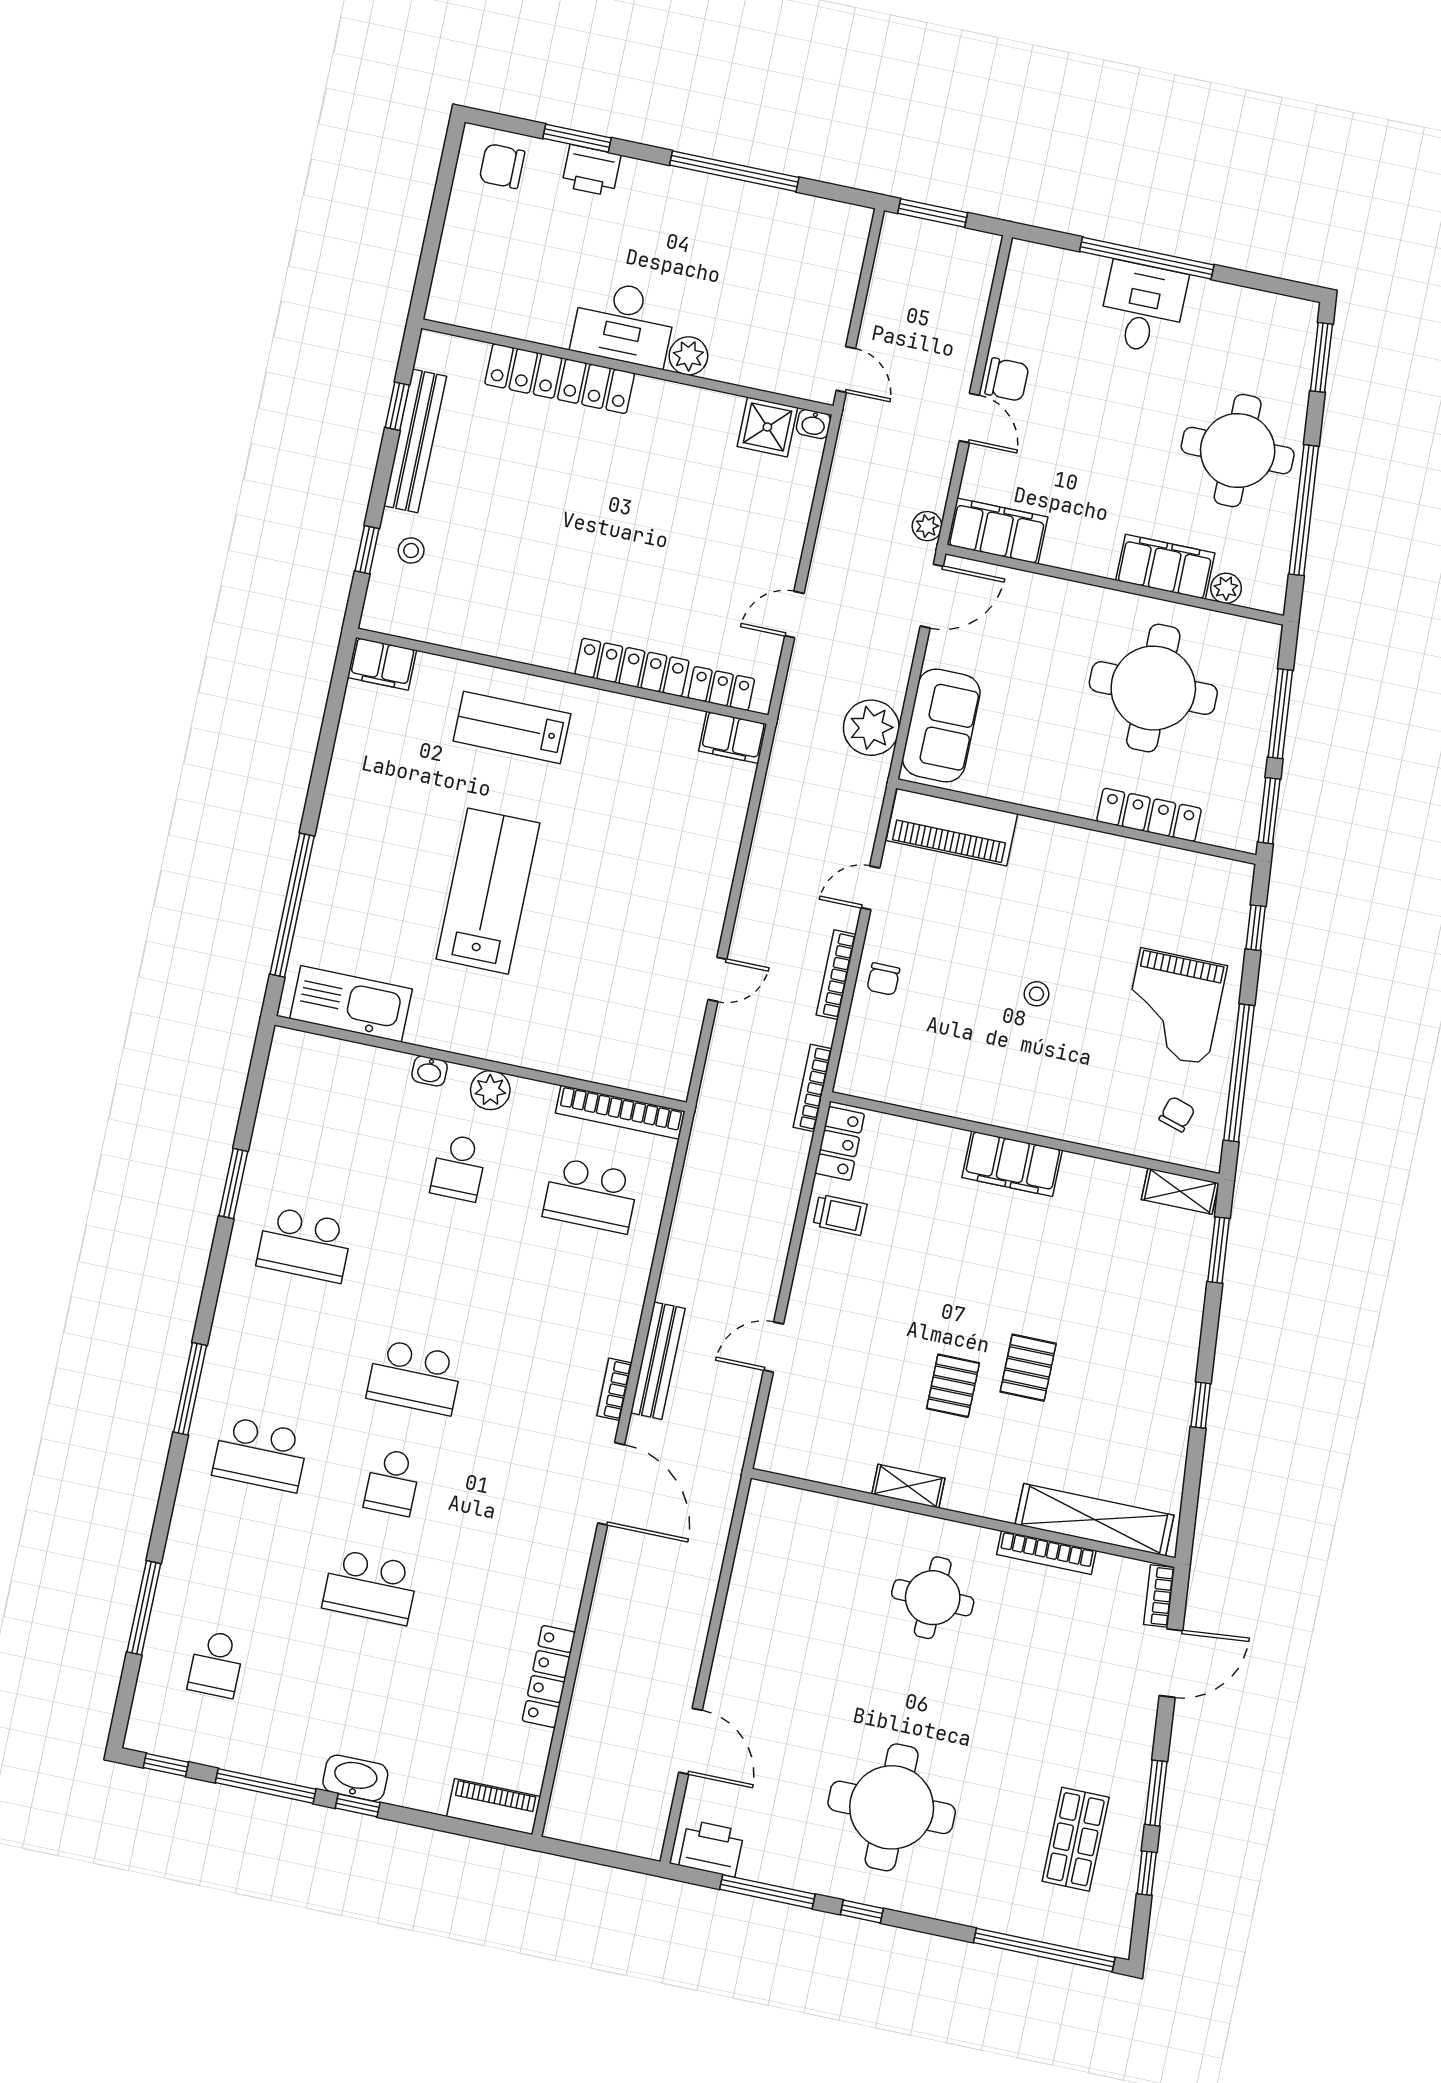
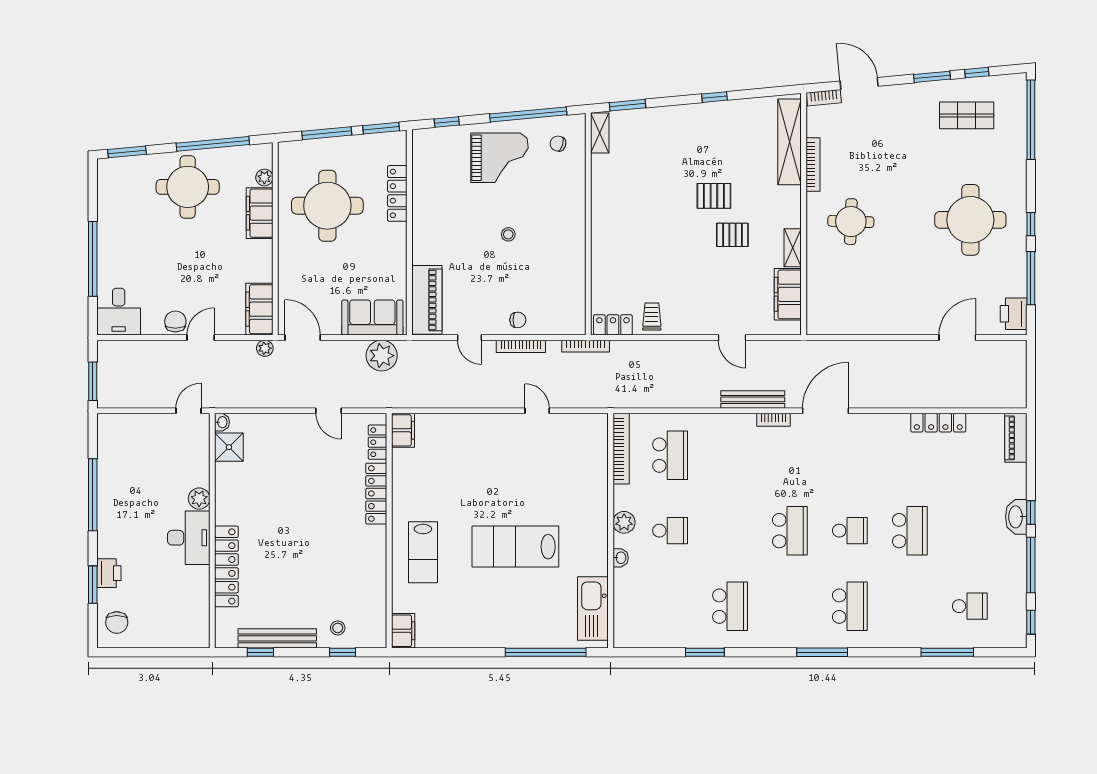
desk: (1143, 308) -> (119, 312), moved, turned -90
filing cabinet: (1012, 1164) -> (788, 294), moved, turned 180

